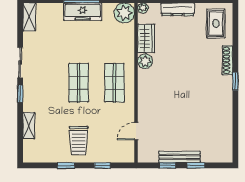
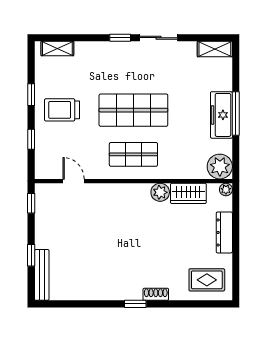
shoe rack: (228, 60) -> (156, 294), width x0.70
shop shelf: (79, 83) -> (133, 110), width x1.43, depth x1.36
shelving: (29, 126) -> (57, 48), moved
bench: (180, 157) -> (42, 275), moved
window: (167, 165) -> (31, 203), moved

